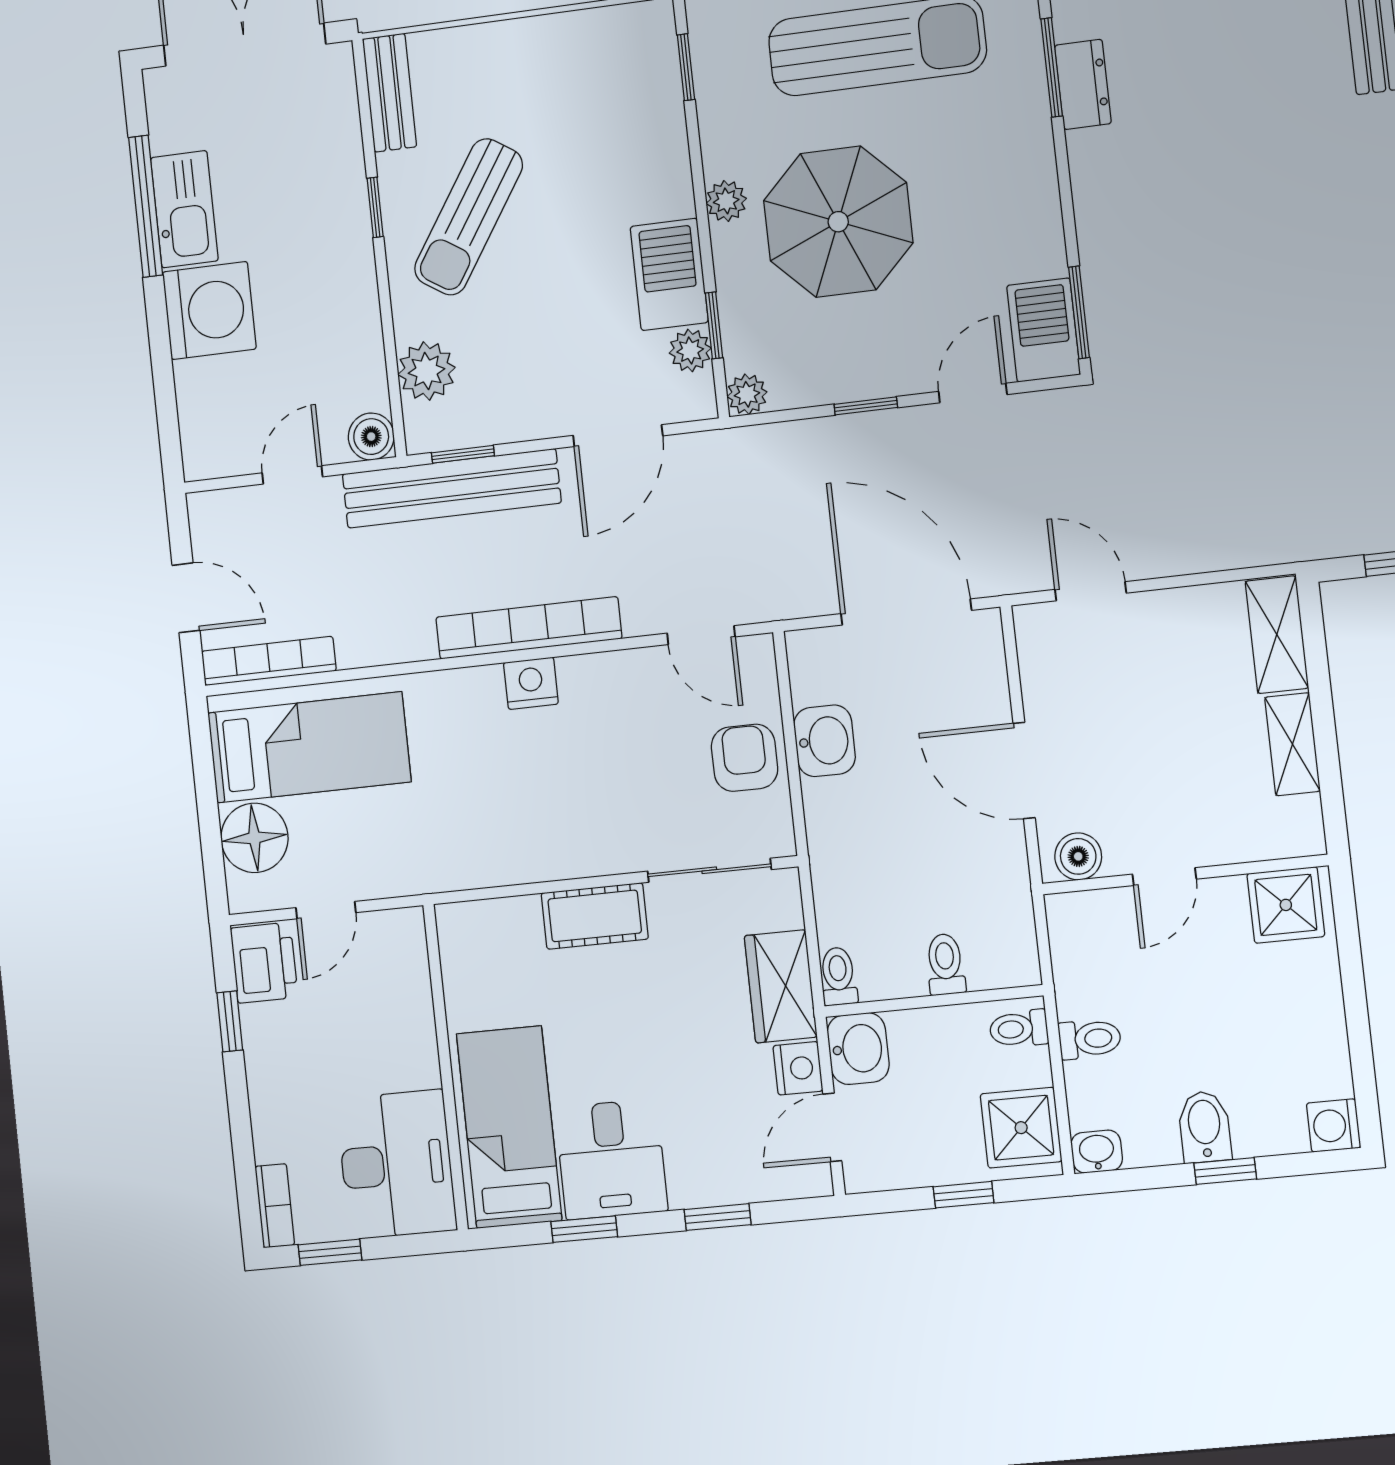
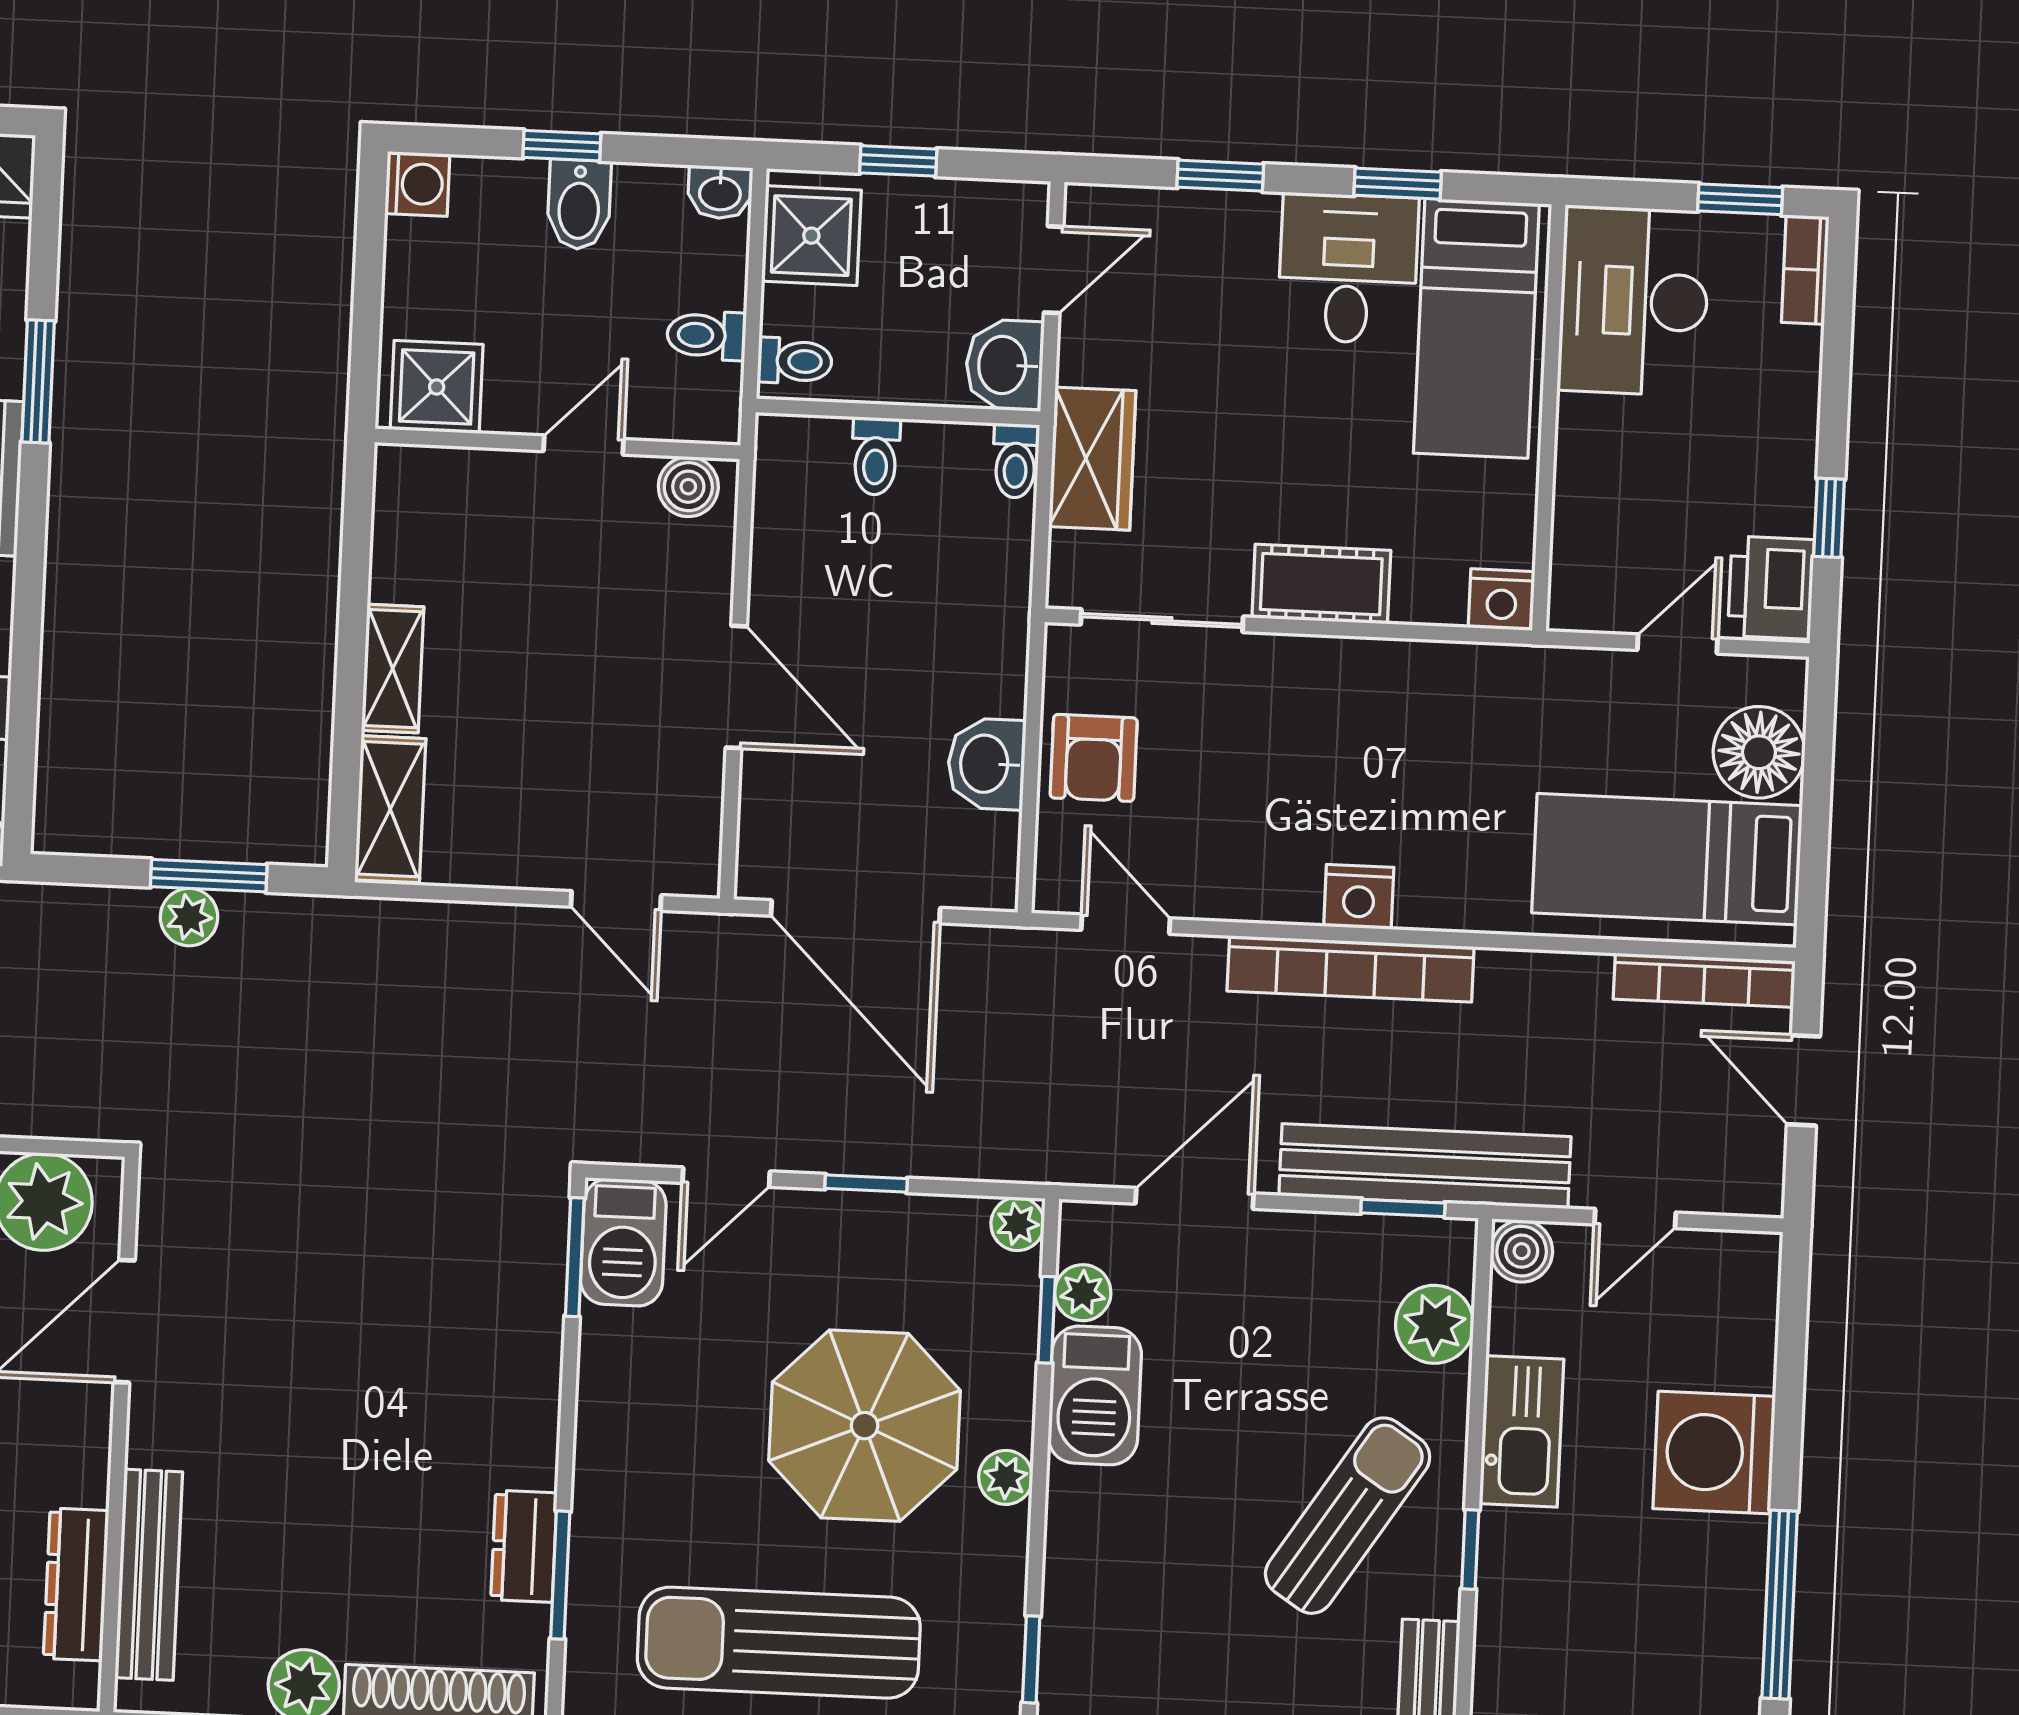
kitchen sink: (184, 209) -> (1521, 1431), moved, turned 180
boiler: (1078, 856) -> (688, 487), moved
wall: (1185, 875) -> (557, 444), moved
door: (1164, 877) -> (583, 445), moved
shower: (1286, 905) -> (437, 387), moved
nightstand: (798, 1068) -> (1502, 600), moved, turned -90

